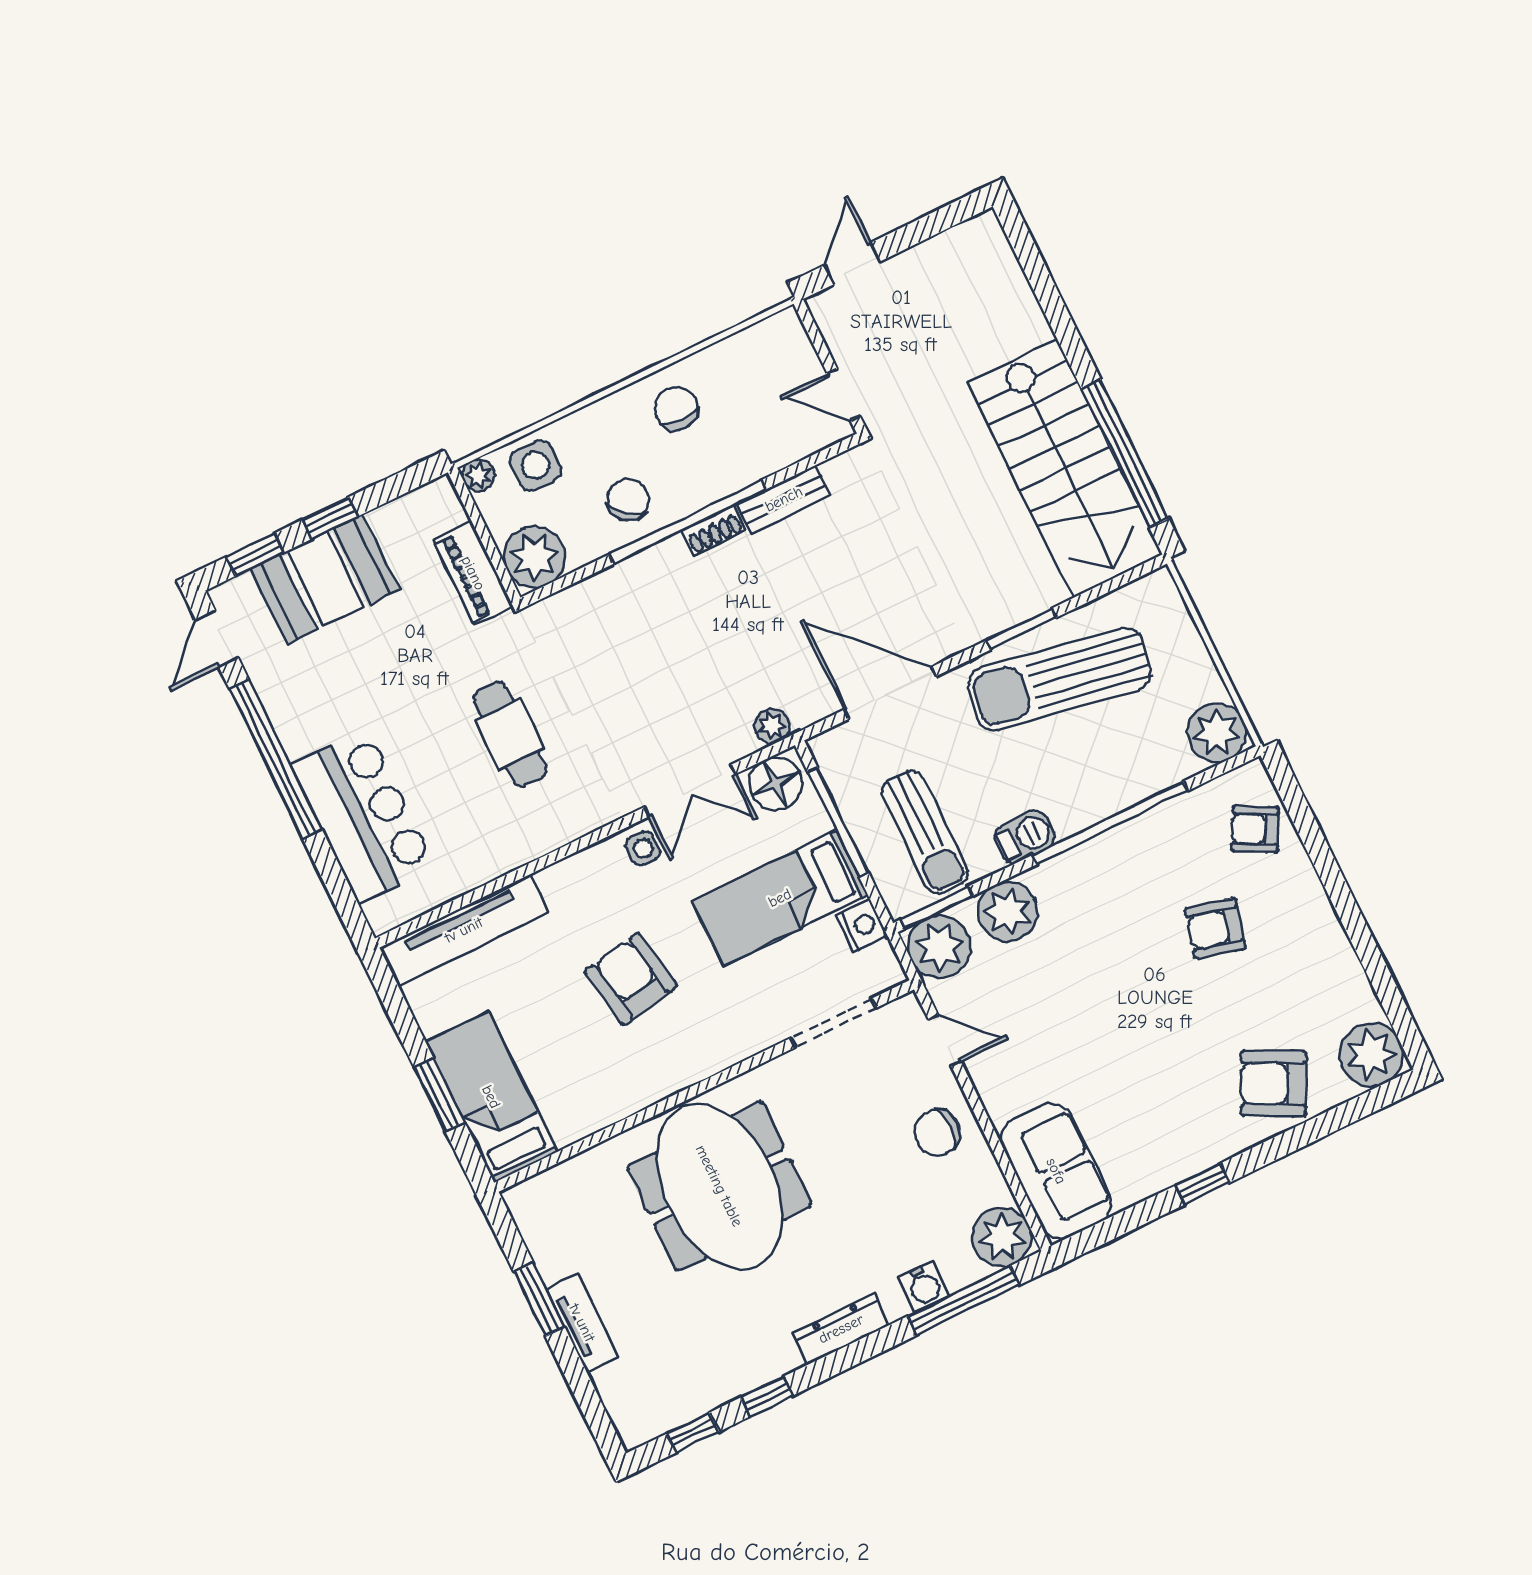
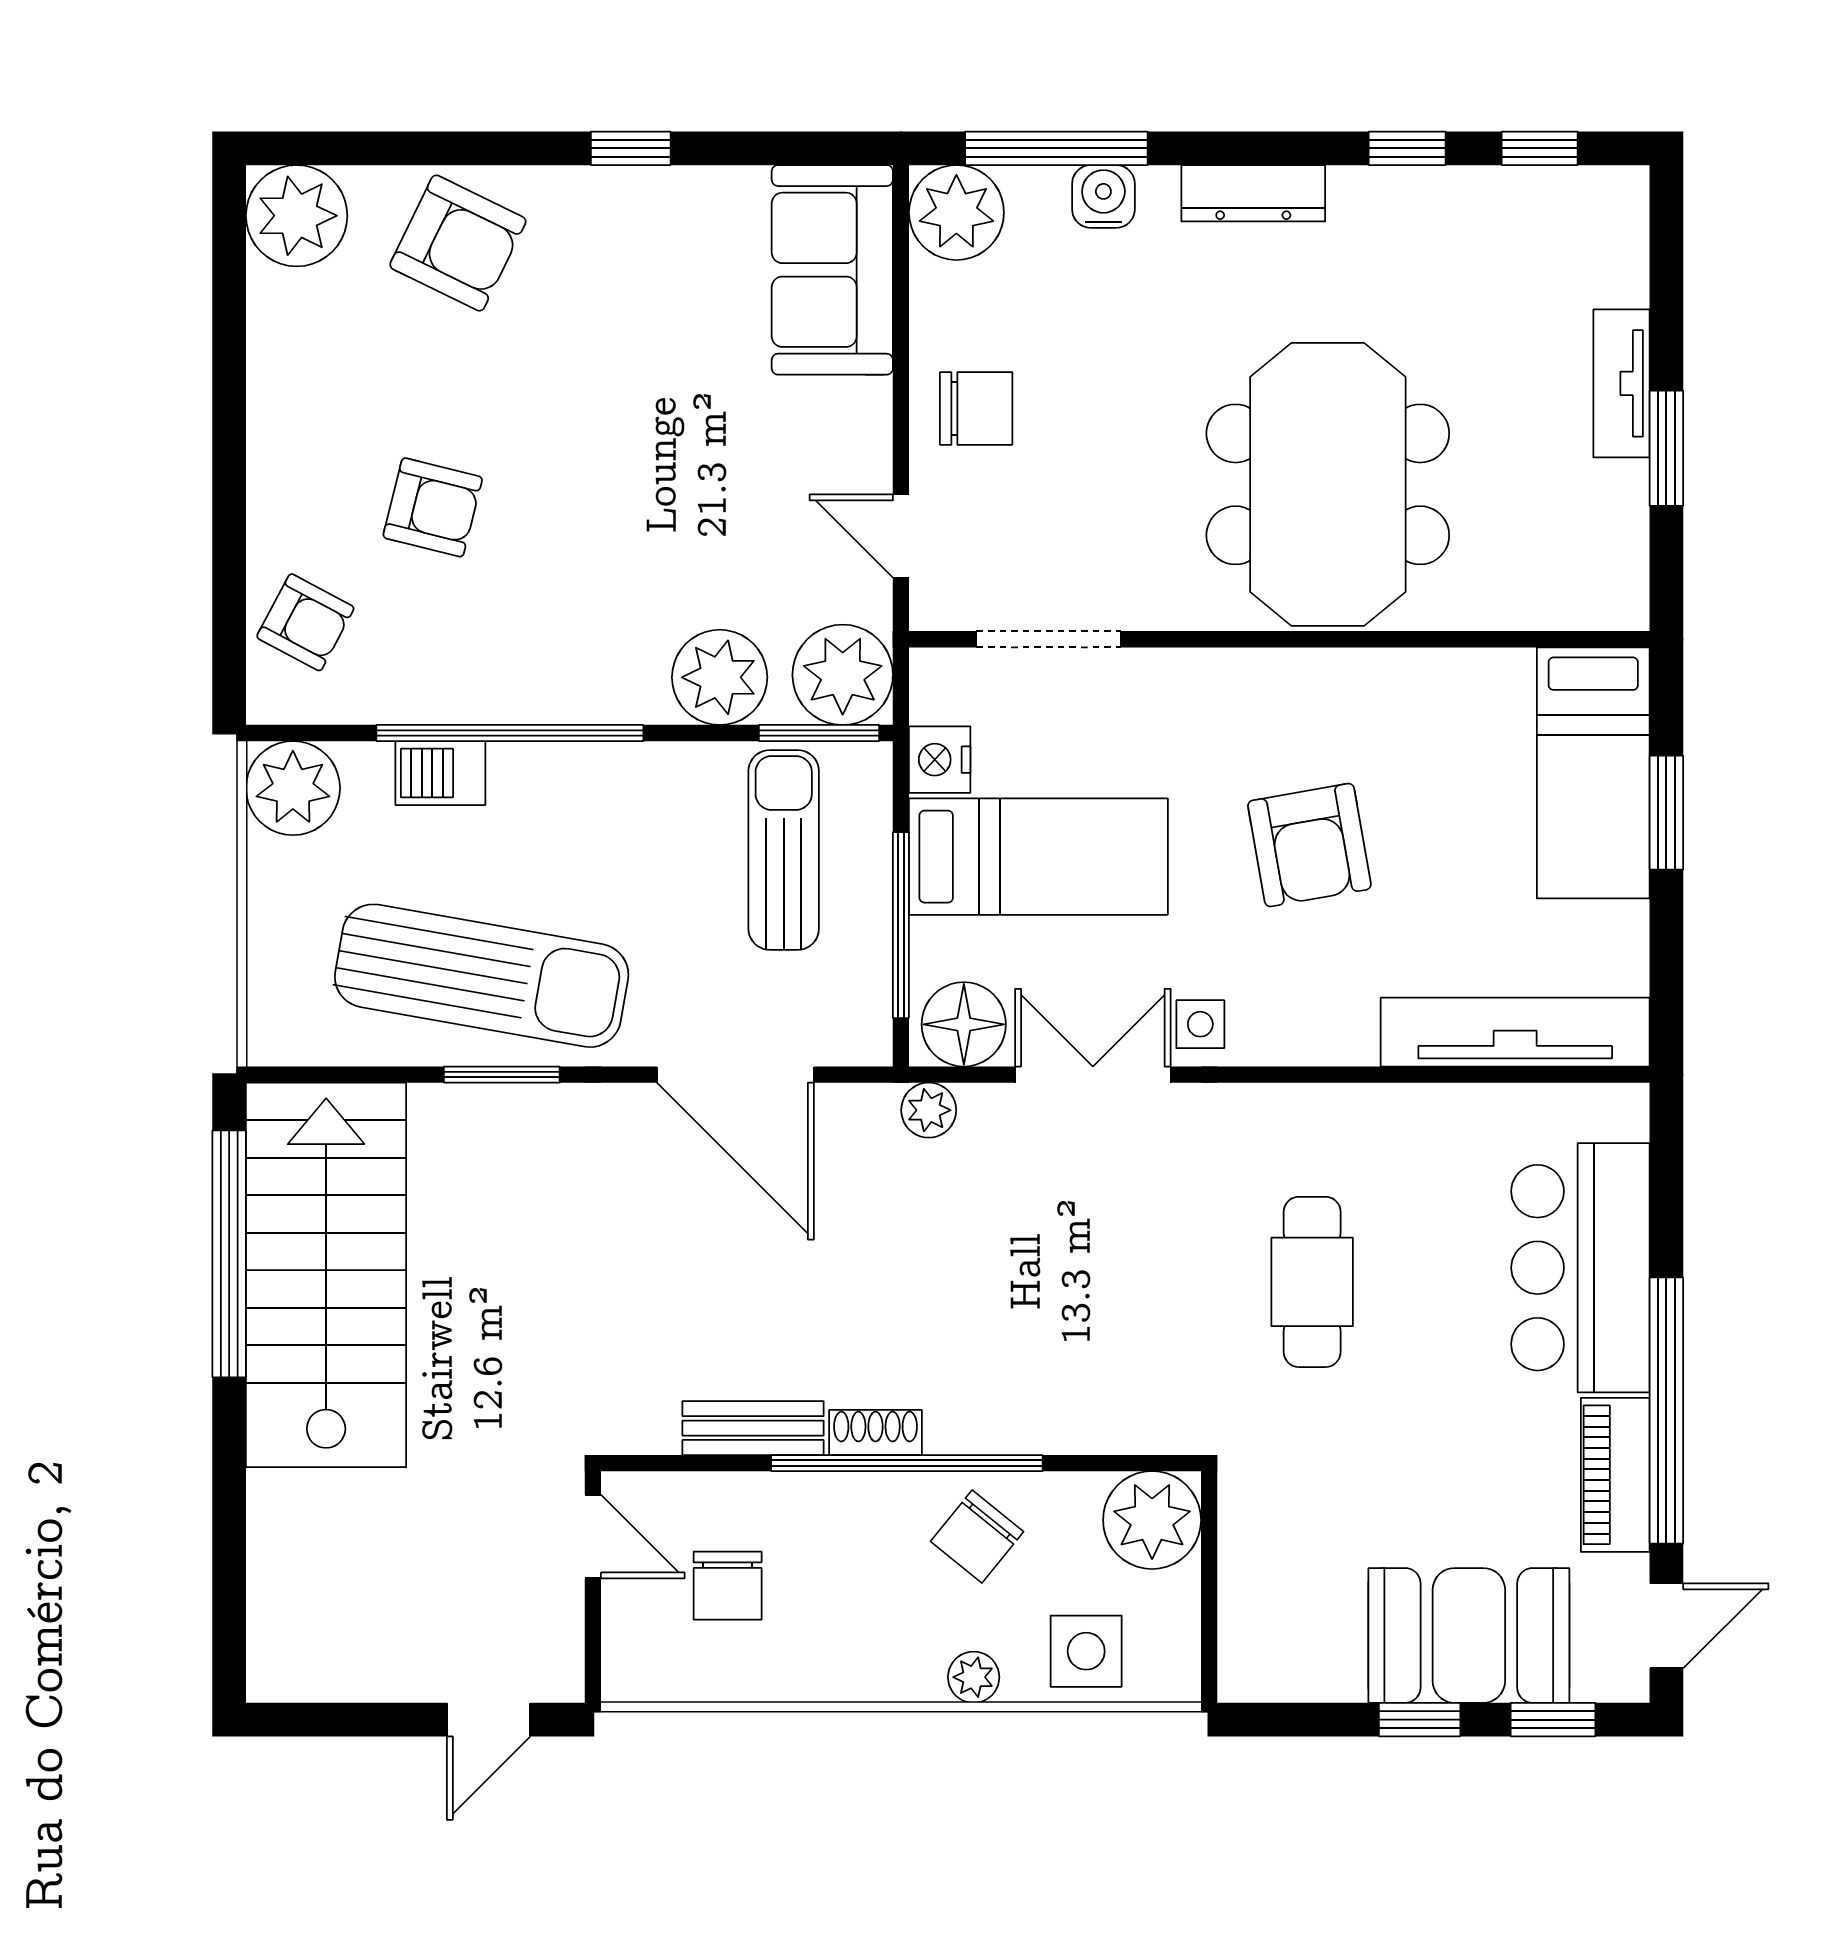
chair: (676, 408) -> (728, 1586), moved
plant: (478, 475) -> (974, 1677), moved
piano: (473, 573) -> (1615, 1475), moved, turned 180
barbecue: (1025, 837) -> (440, 773), moved

